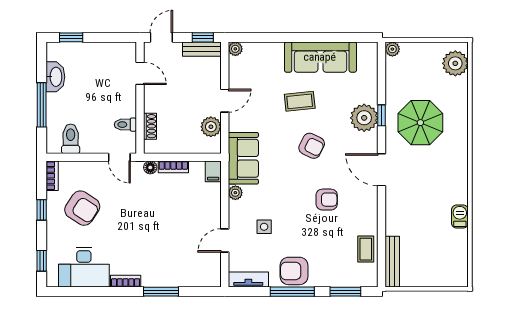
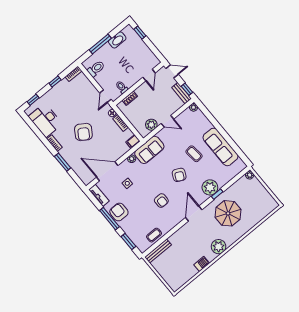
plant: (455, 63) -> (219, 247), moved
armchair: (82, 208) -> (83, 132), moved
door: (225, 241) -> (107, 171), width x1.88

